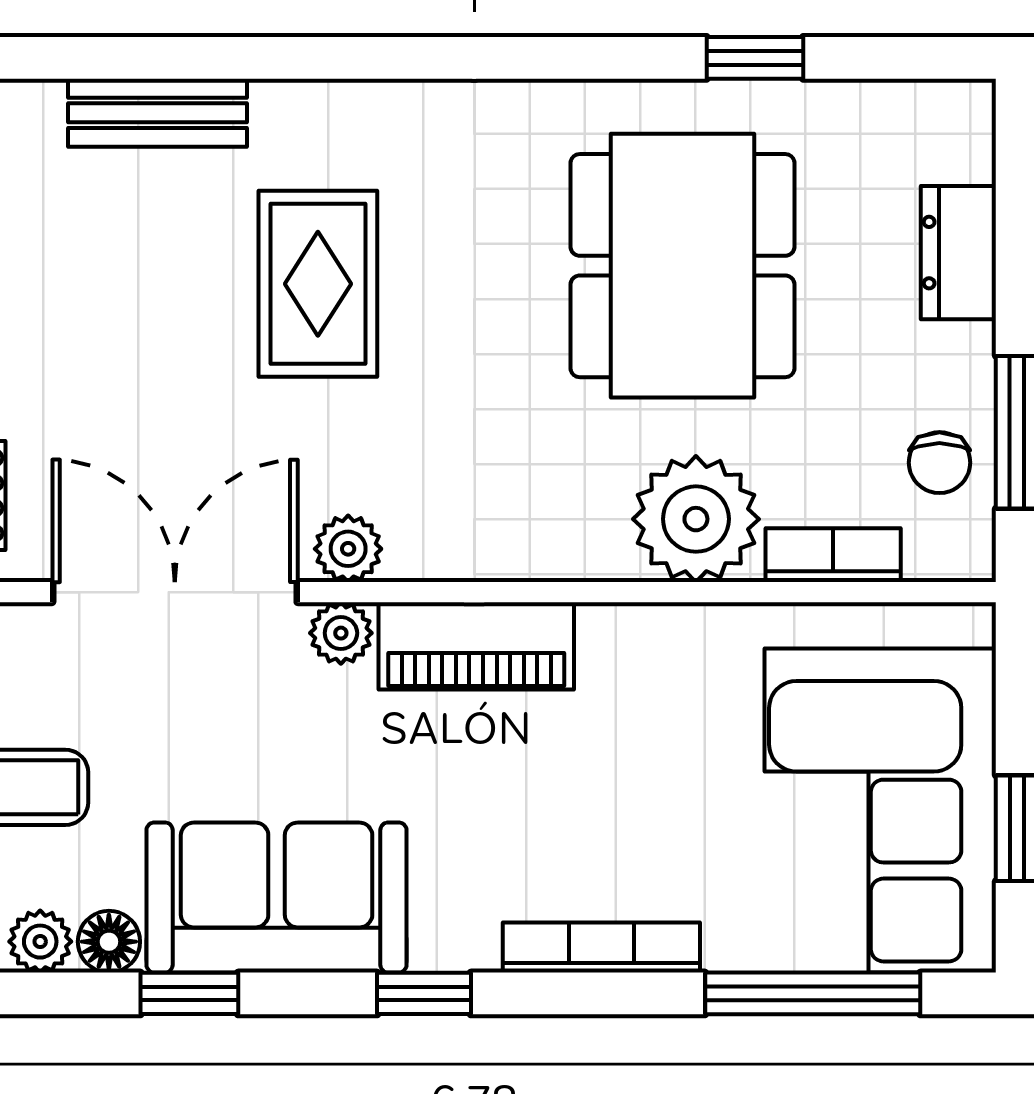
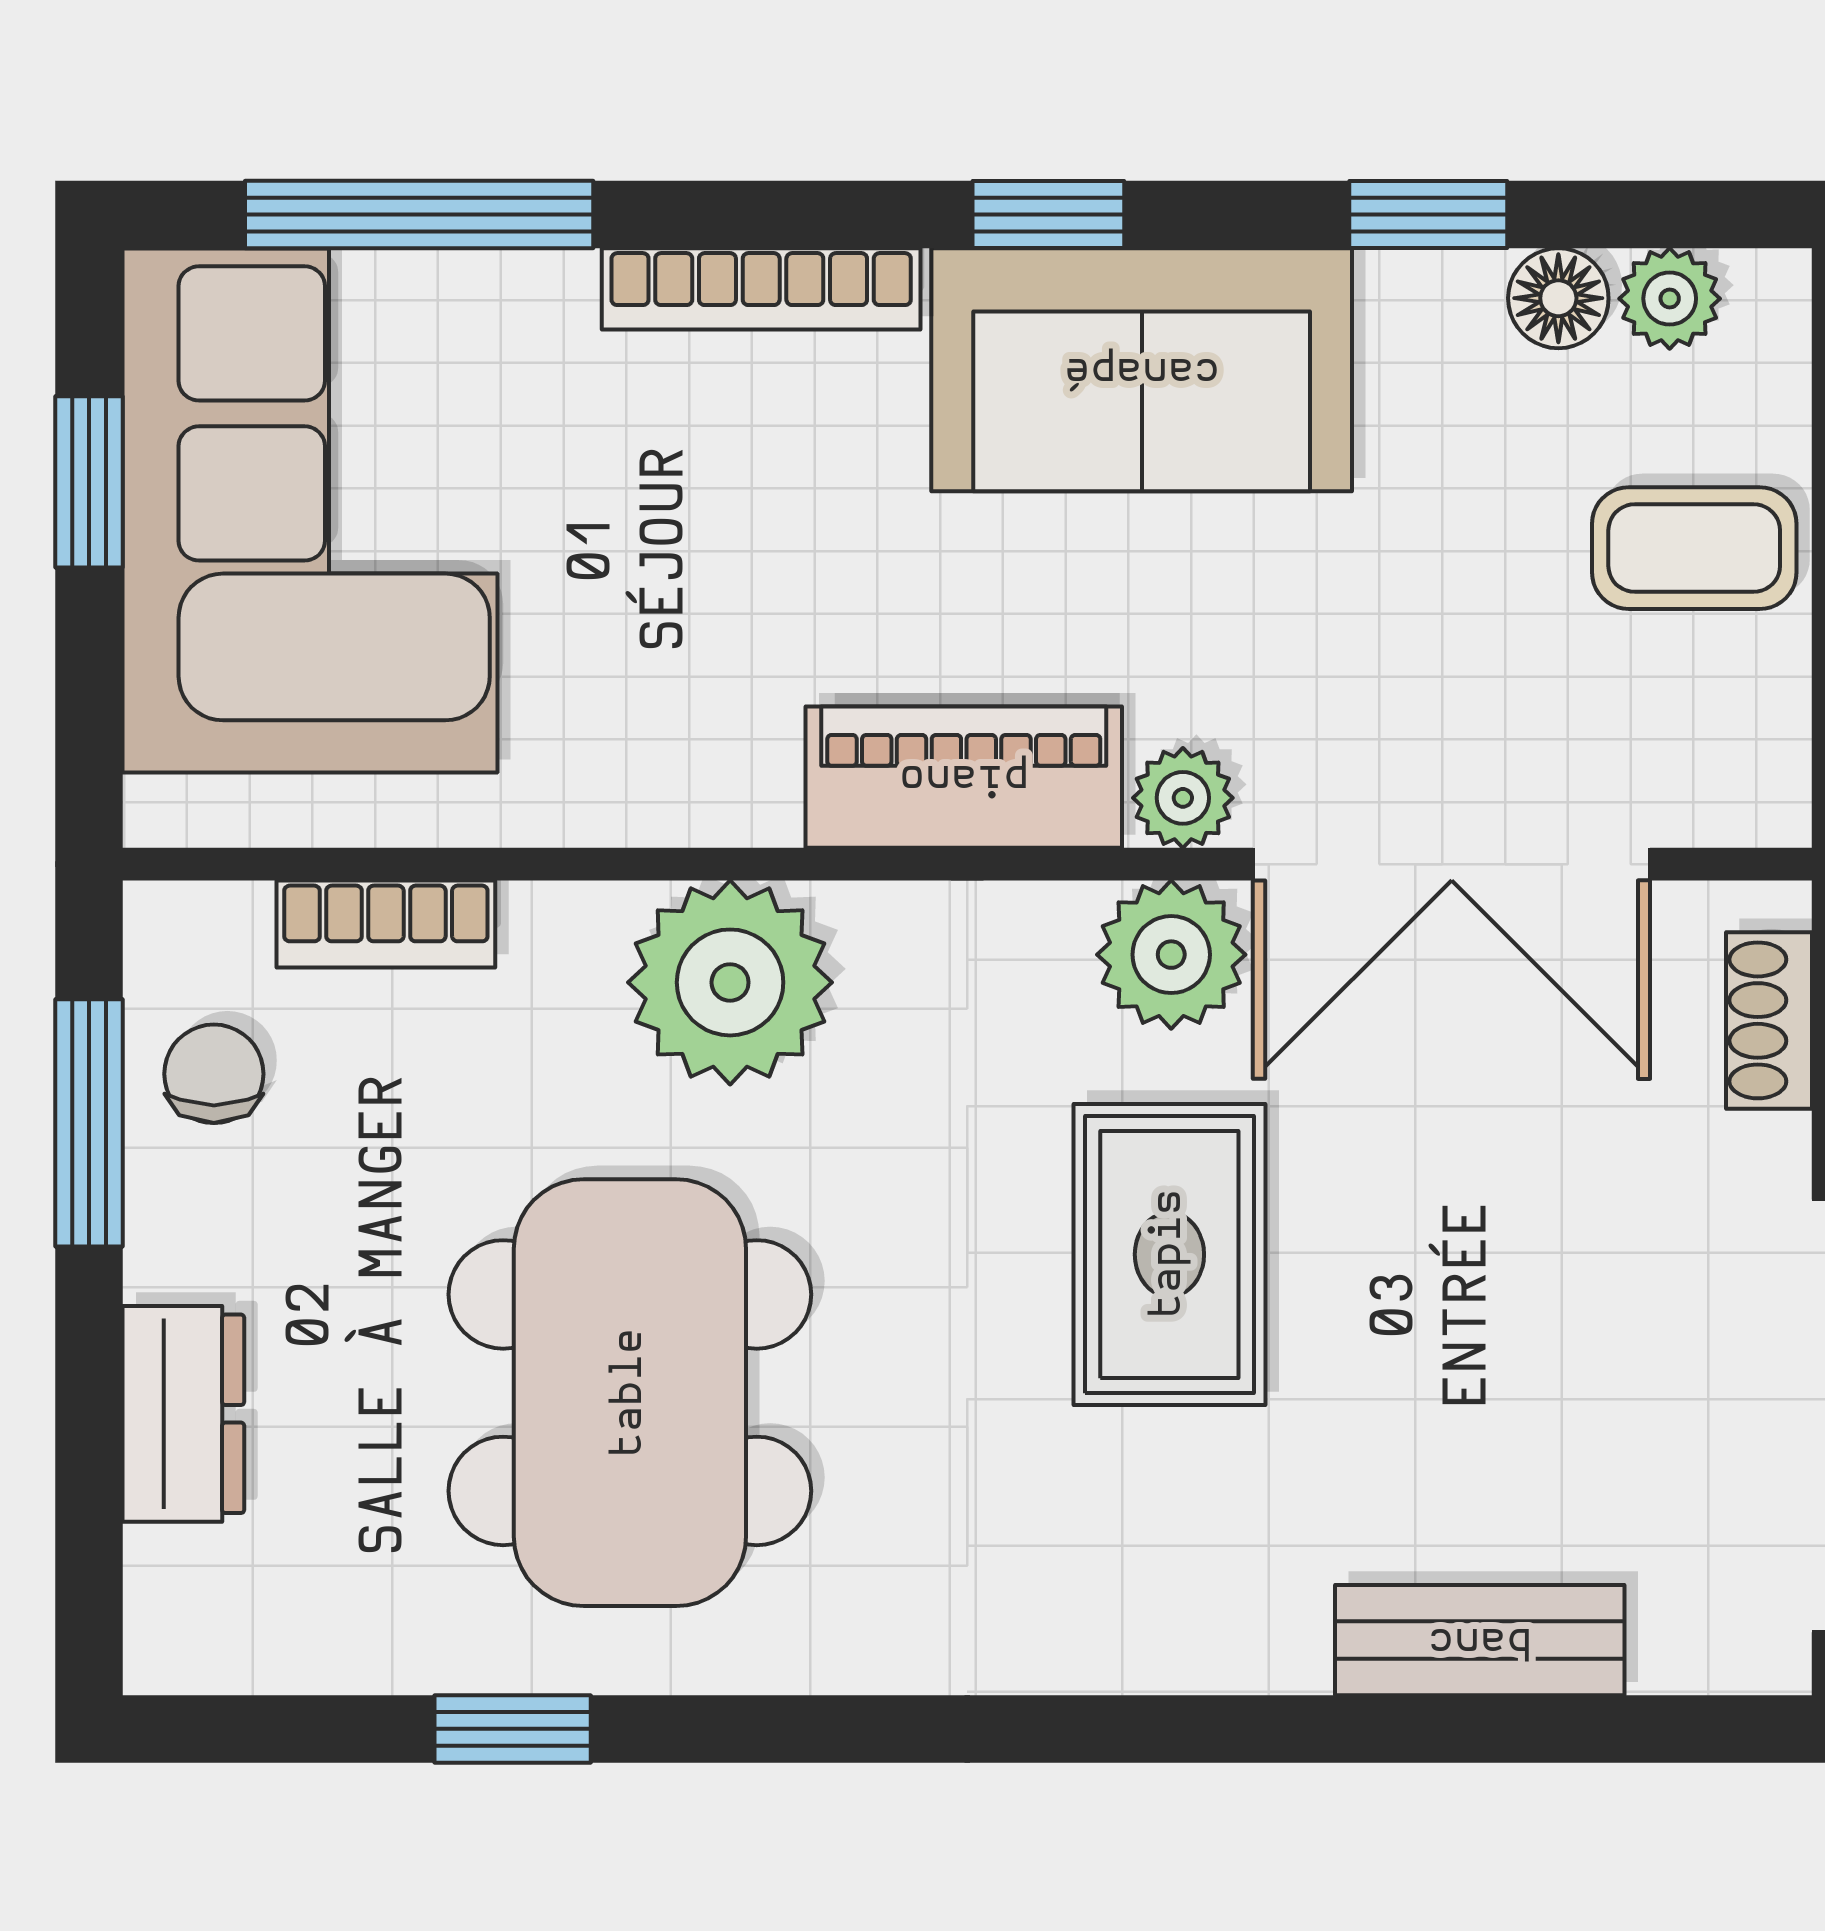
rug: (318, 284) -> (1169, 1254), moved
plant: (696, 519) -> (730, 982), moved
plant: (348, 549) -> (1171, 955), width x1.38, depth x1.38
sofa: (277, 898) -> (1142, 370), moved

